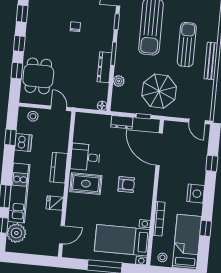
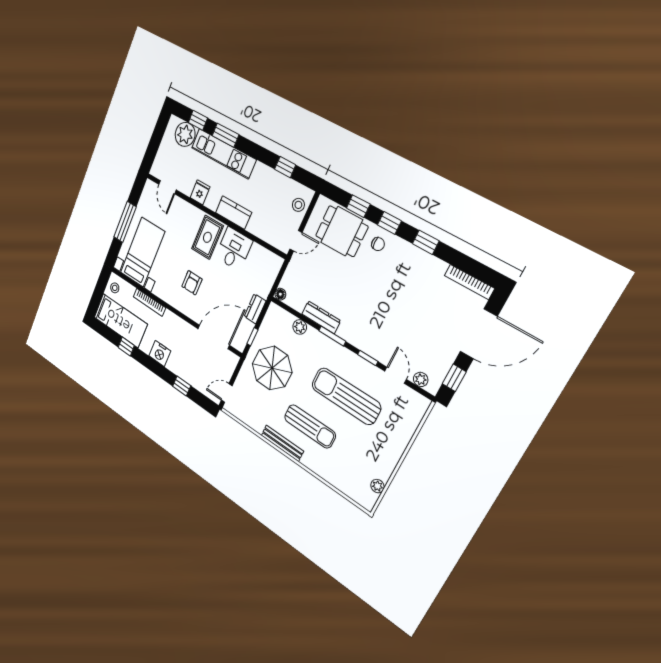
chair: (75, 27) -> (378, 244), moved
dishwasher: (23, 142) -> (274, 181), removed

